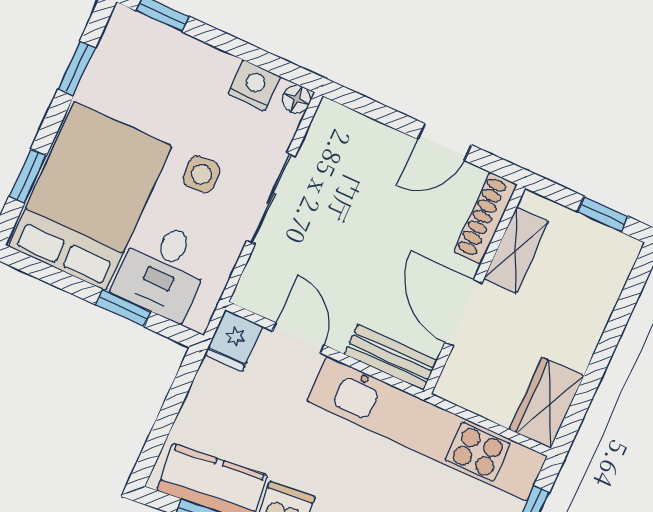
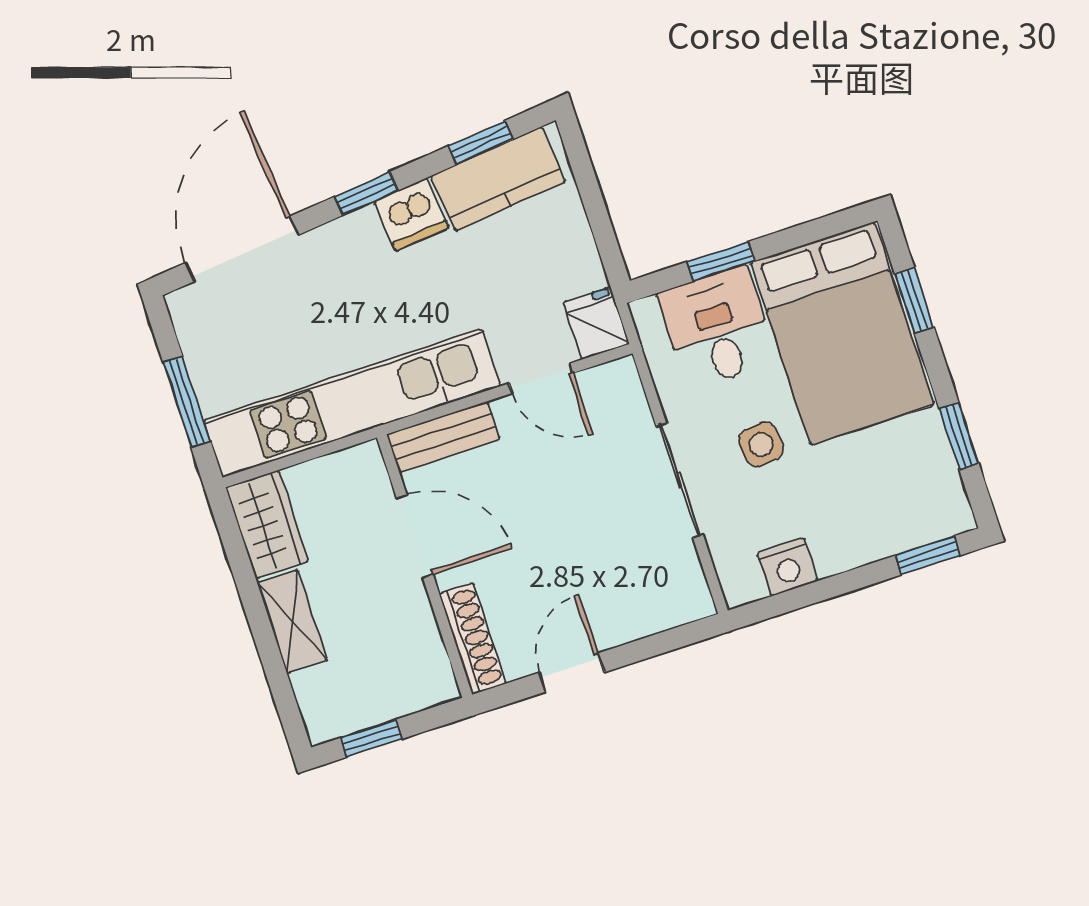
floor lamp: (297, 99) -> (738, 589), removed
shelving: (516, 250) -> (292, 621), moved

